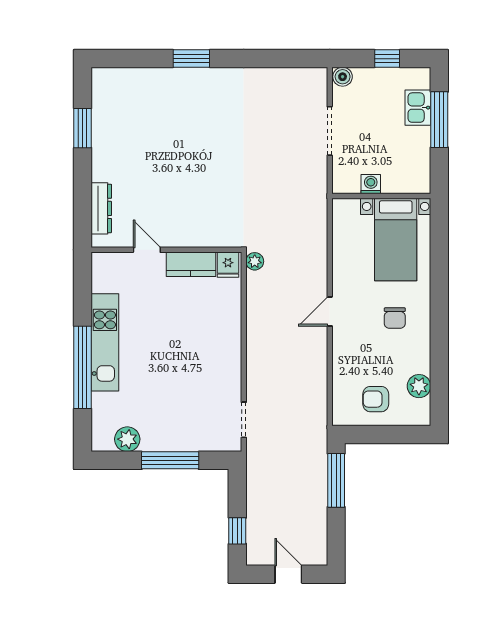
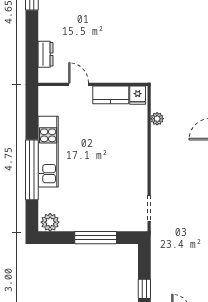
dresser: (101, 208) -> (45, 54), width x0.70
plant: (255, 261) -> (157, 119), moved
plant: (127, 439) -> (50, 222), moved

